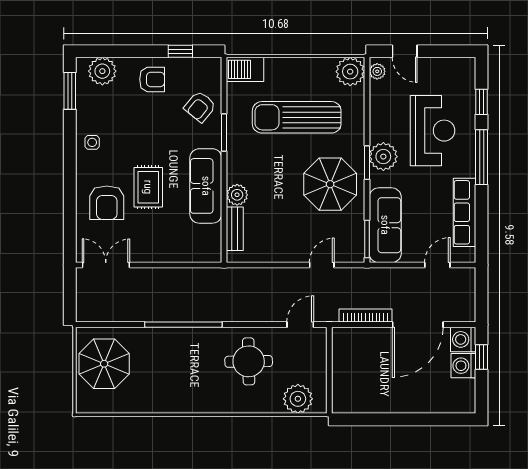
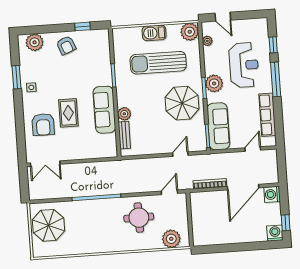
barbecue: (245, 69) -> (154, 33), moved
plant: (377, 71) -> (207, 41), moved
armchair: (152, 79) -> (66, 45), turned 68
window: (70, 91) -> (17, 77), moved
armchair: (200, 107) -> (97, 60), removed
double door: (106, 265) -> (45, 164), swing flipped
window: (482, 357) -> (286, 223), moved
washing machine: (463, 366) -> (275, 233), moved, turned 90

